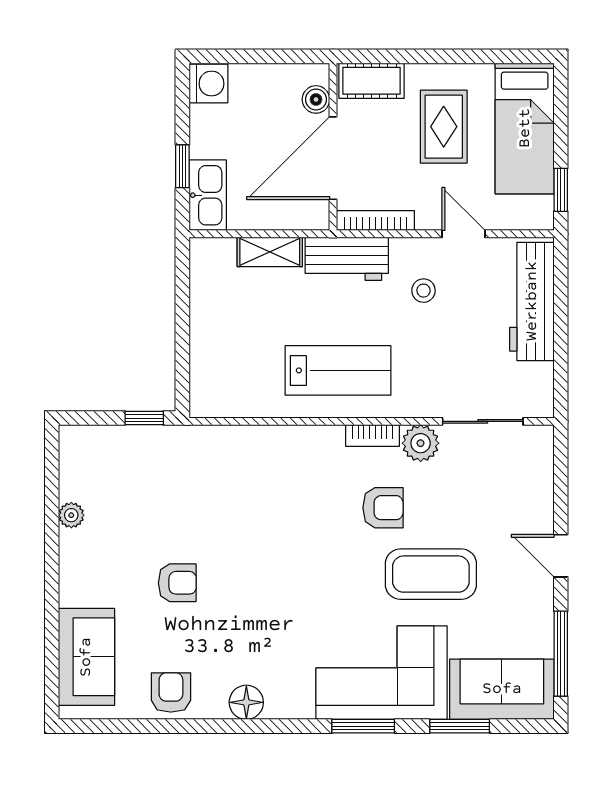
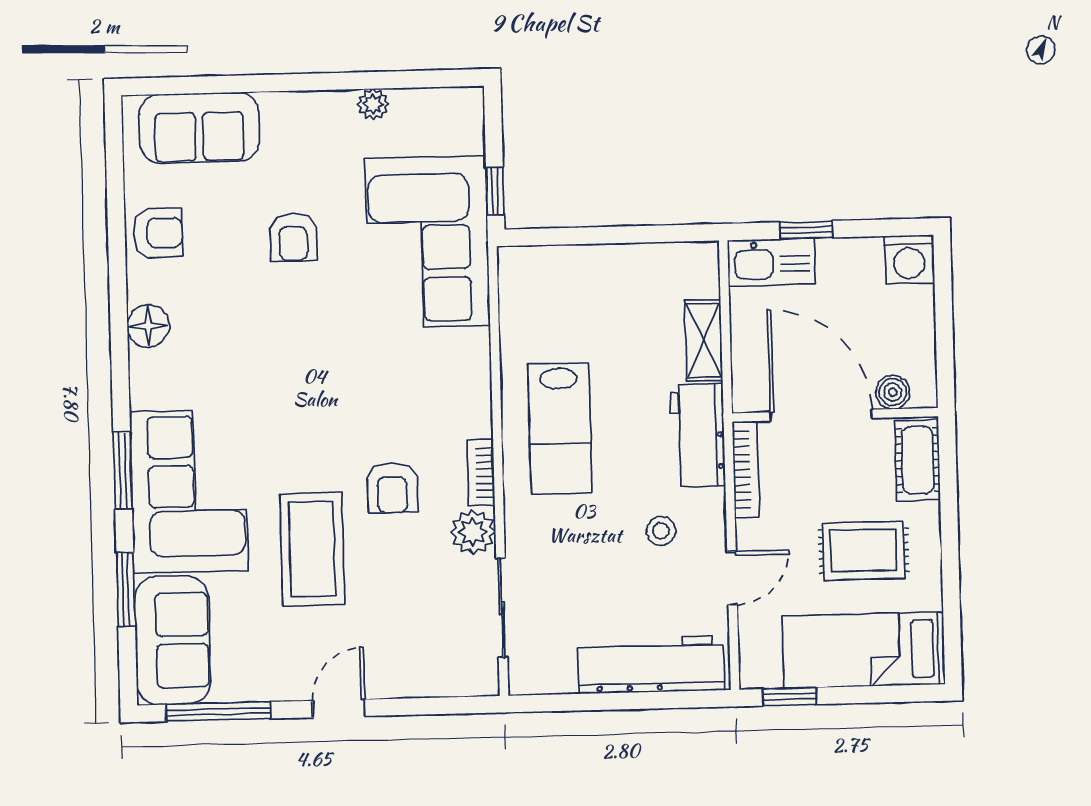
corner sofa: (184, 474) -> (427, 242), added

